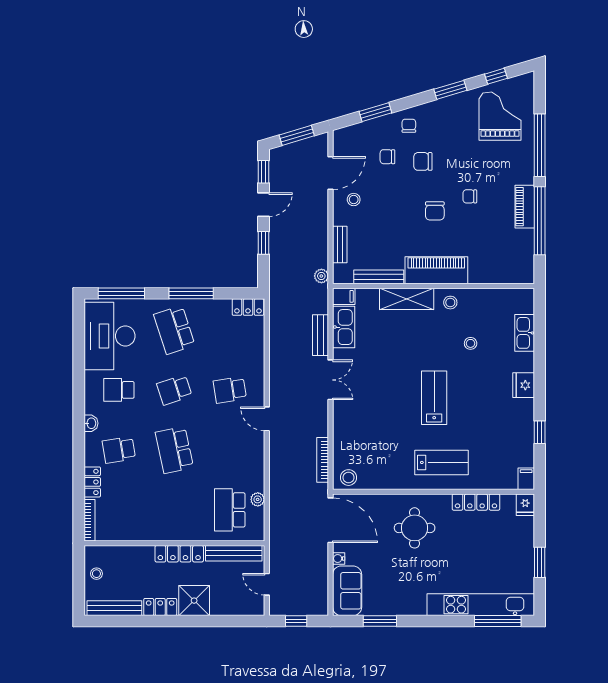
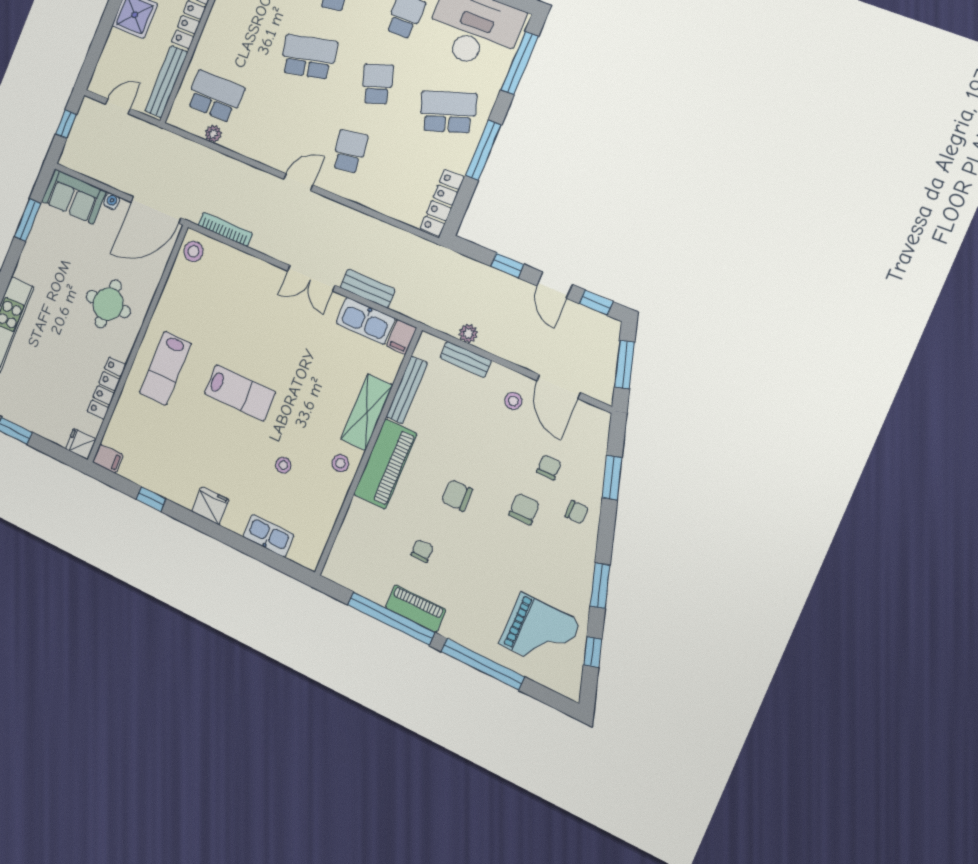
chair: (470, 196) -> (422, 551), moved
plant: (321, 276) -> (468, 333), moved
locker: (248, 307) -> (442, 203), width x1.53

